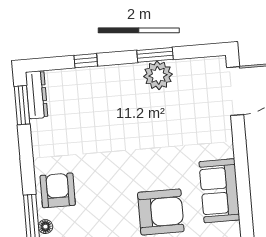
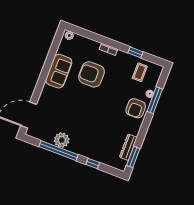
window: (155, 55) -> (59, 151), width x2.11
dresser: (37, 95) -> (128, 147), moved

